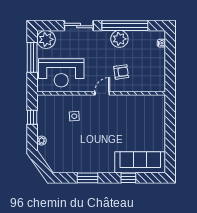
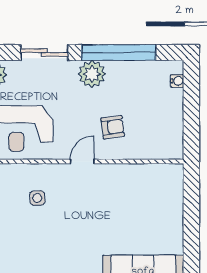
plant: (119, 39) -> (92, 74), moved

